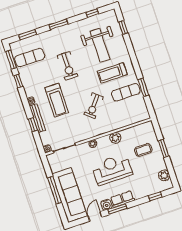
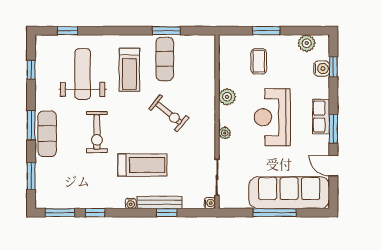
weight bench: (100, 45) -> (83, 74), turned -90
exercise mat: (30, 58) -> (47, 134), moved
exercise bike: (68, 66) -> (97, 132), turned 90
water cooler: (106, 205) -> (322, 69), moved

